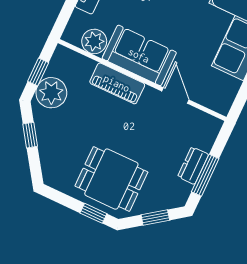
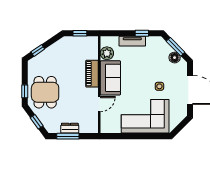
plant: (51, 93) -> (73, 44), removed
window: (30, 135) -> (38, 50), moved

